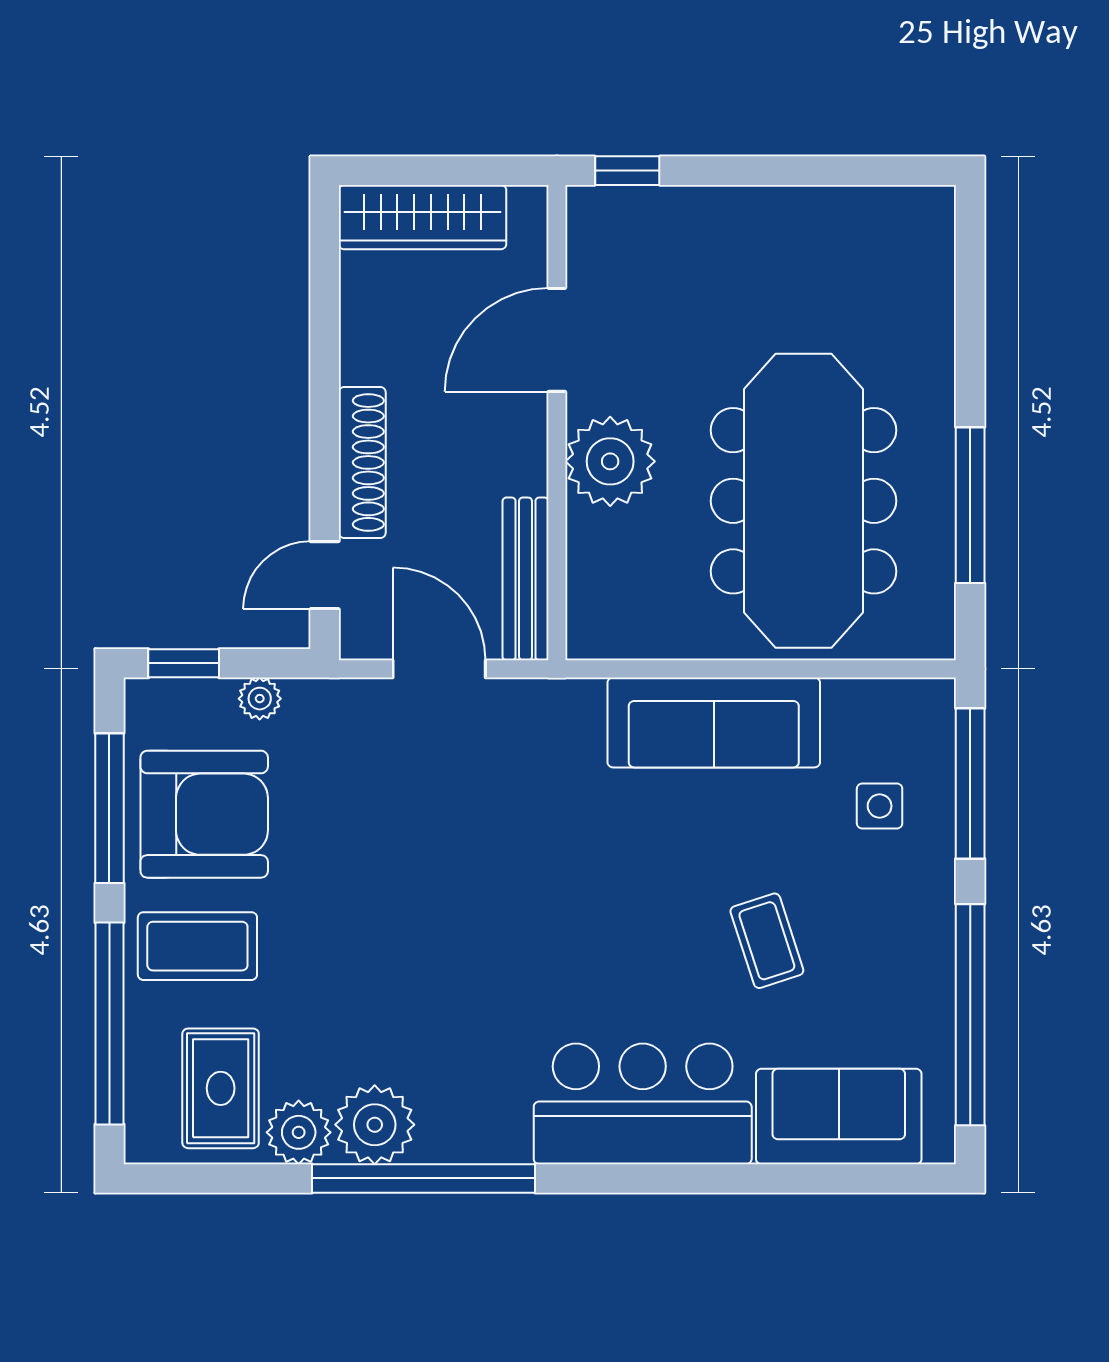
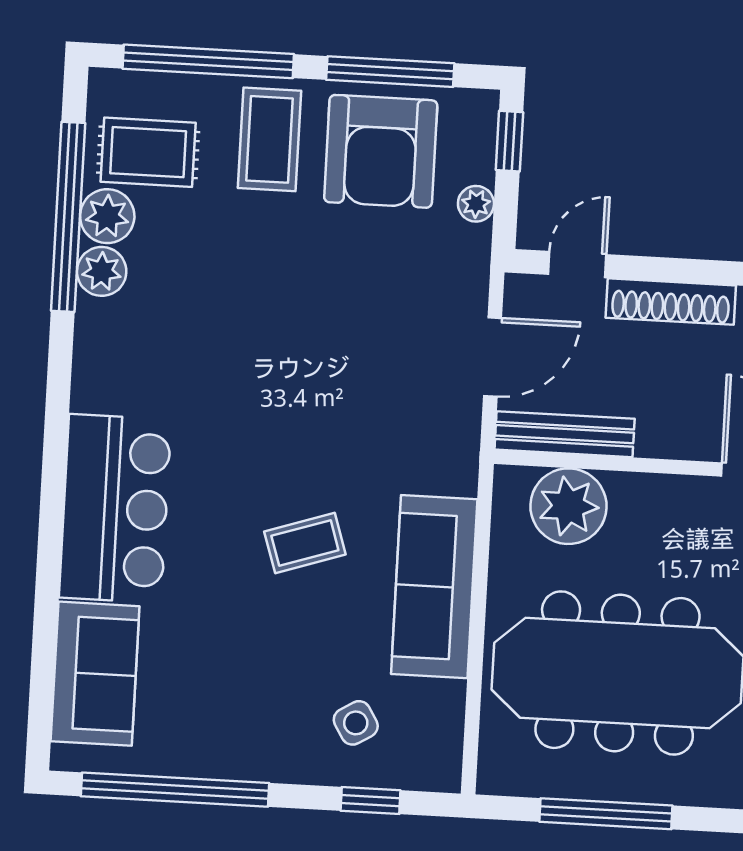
plant: (610, 461) -> (568, 506), moved
door: (325, 575) -> (577, 265), hinge flipped
window: (970, 783) -> (371, 801), width x0.46
side table: (880, 806) -> (356, 723), turned -31
coffee table: (767, 941) -> (305, 543), moved
plant: (375, 1125) -> (102, 271), width x0.73, depth x0.73
window: (423, 1178) -> (68, 217), moved

